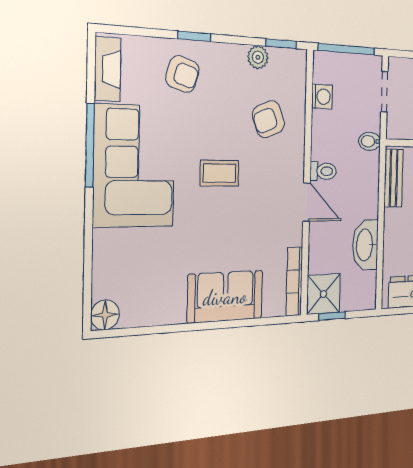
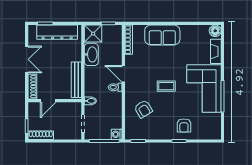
plant: (258, 57) -> (149, 135), removed
fireplace: (108, 69) -> (216, 51), moved
armchair: (182, 74) -> (184, 126), turned -107
washing machine: (322, 97) -> (117, 134), moved
armchair: (269, 119) -> (143, 109), turned 81
bench: (393, 178) -> (76, 80), width x1.36
shower: (324, 294) -> (93, 34), moved

